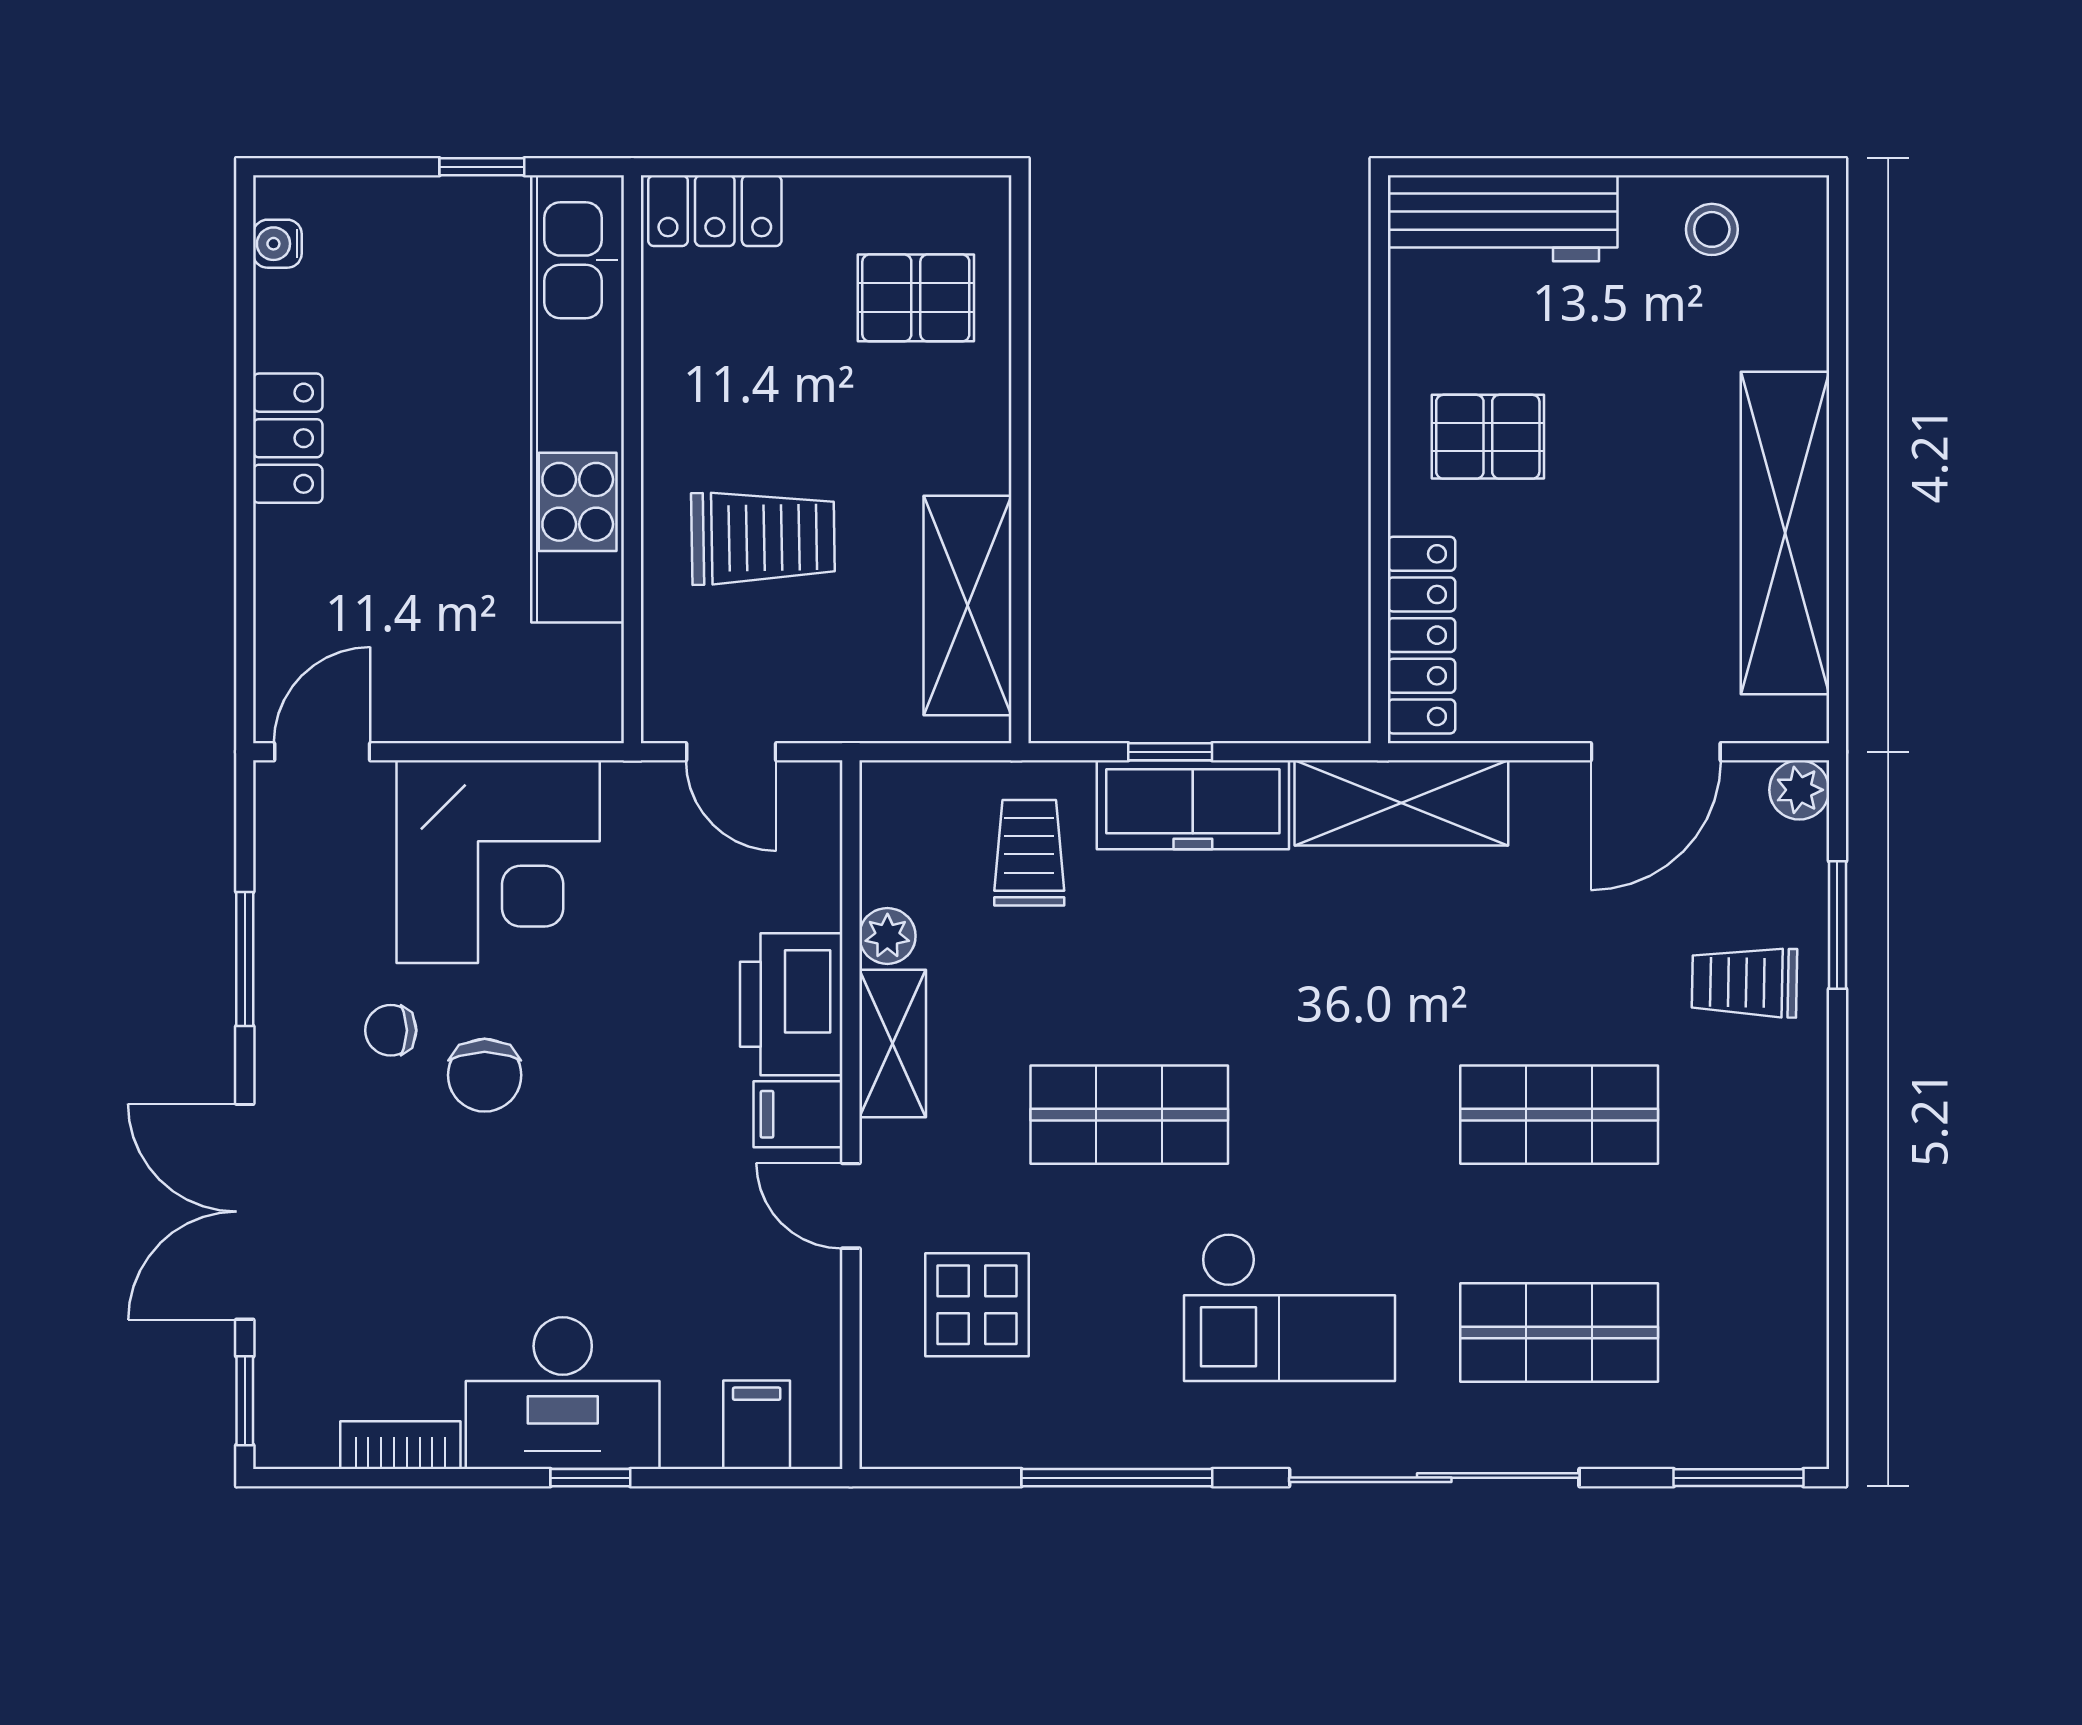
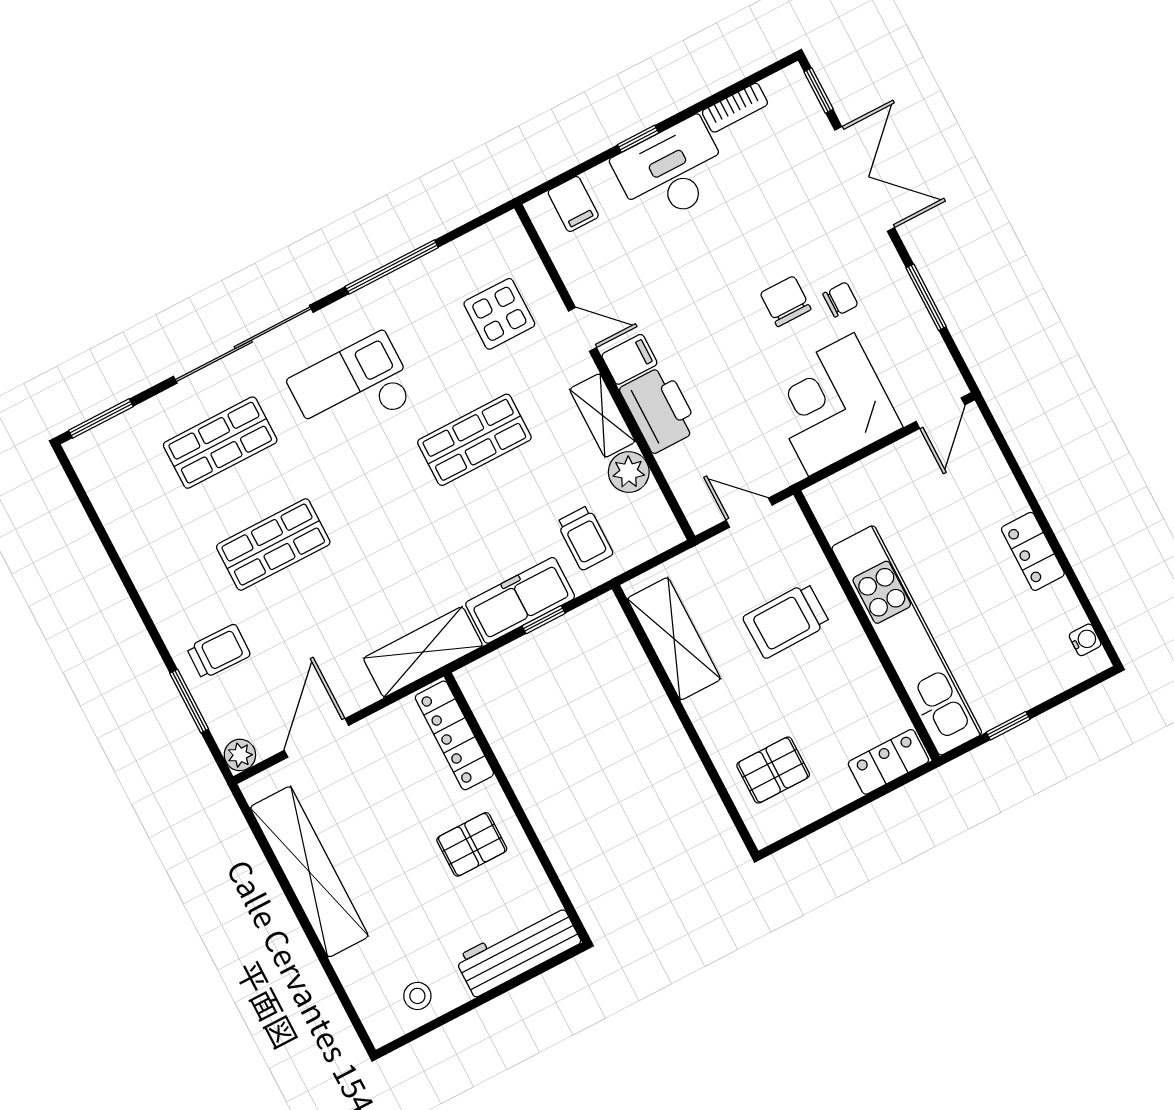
plant: (887, 936) -> (629, 472), width x1.38, depth x1.38

